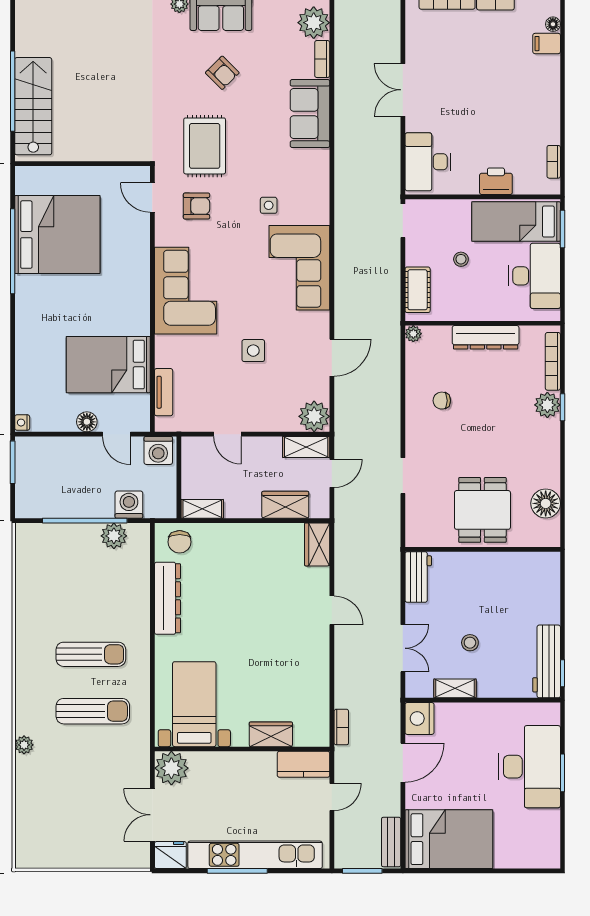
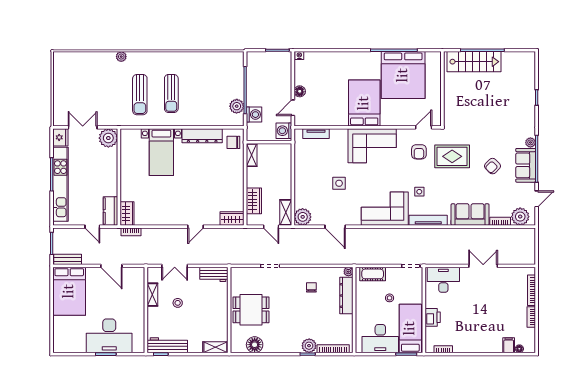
tv unit: (320, 189) -> (428, 220), added
dresser: (486, 337) -> (346, 296), moved
bed: (108, 365) -> (364, 103), moved
door: (227, 434) -> (293, 169), removed
shelving: (550, 574) -> (215, 347), added
bed with nightstands: (194, 704) -> (161, 152), moved, turned 90
nightstand: (419, 718) -> (136, 275), removed
wardrobe: (271, 734) -> (127, 214), moved

